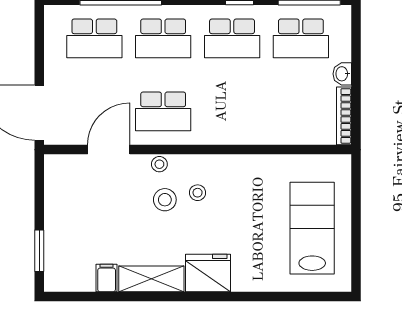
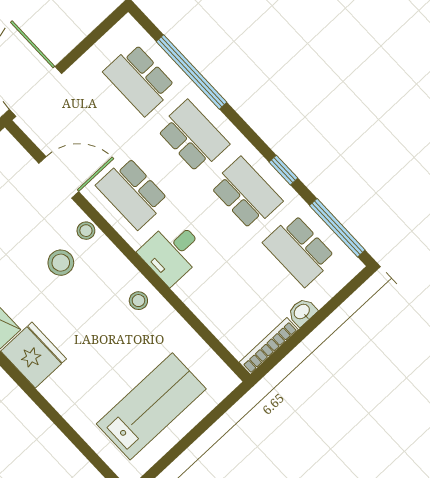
school desk: (163, 38) -> (193, 136), turned 180
school desk: (232, 38) -> (246, 193), turned 180
desk: (225, 121) -> (172, 252), added
stool: (198, 193) -> (138, 301), moved

